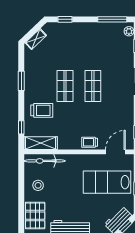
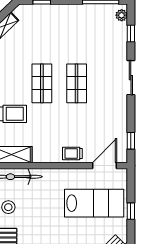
lab bench: (107, 182) -> (94, 203), turned 180

